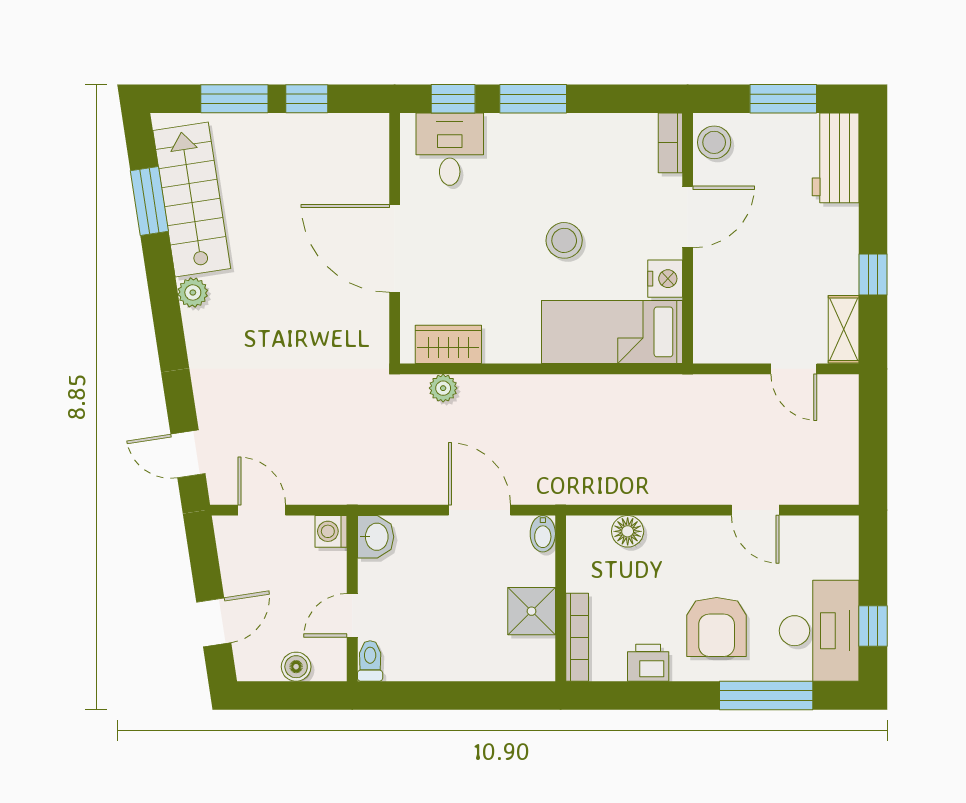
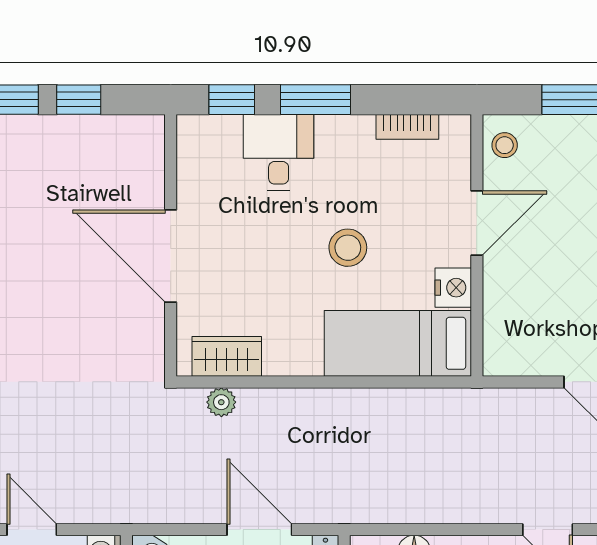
stool: (714, 142) -> (505, 145), width x0.73, depth x0.73
bookcase: (670, 143) -> (407, 127), moved, turned -90
desk: (450, 149) -> (279, 152), moved

